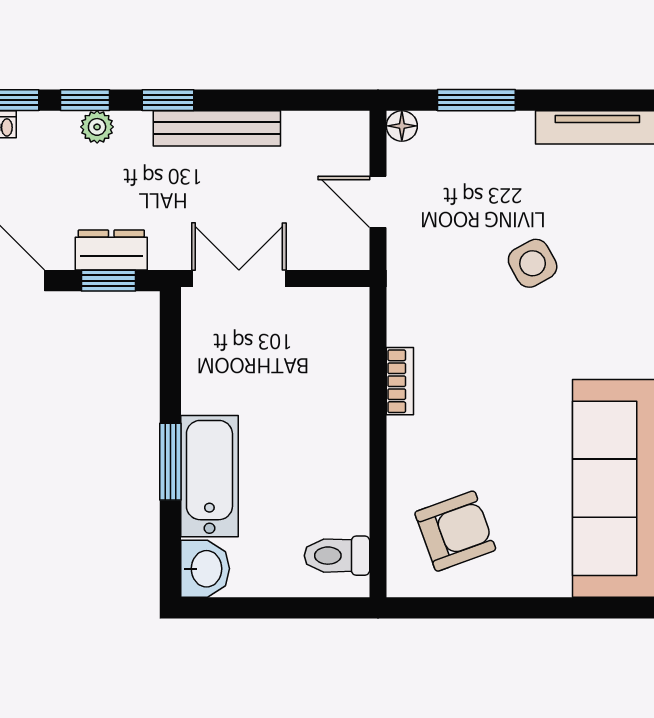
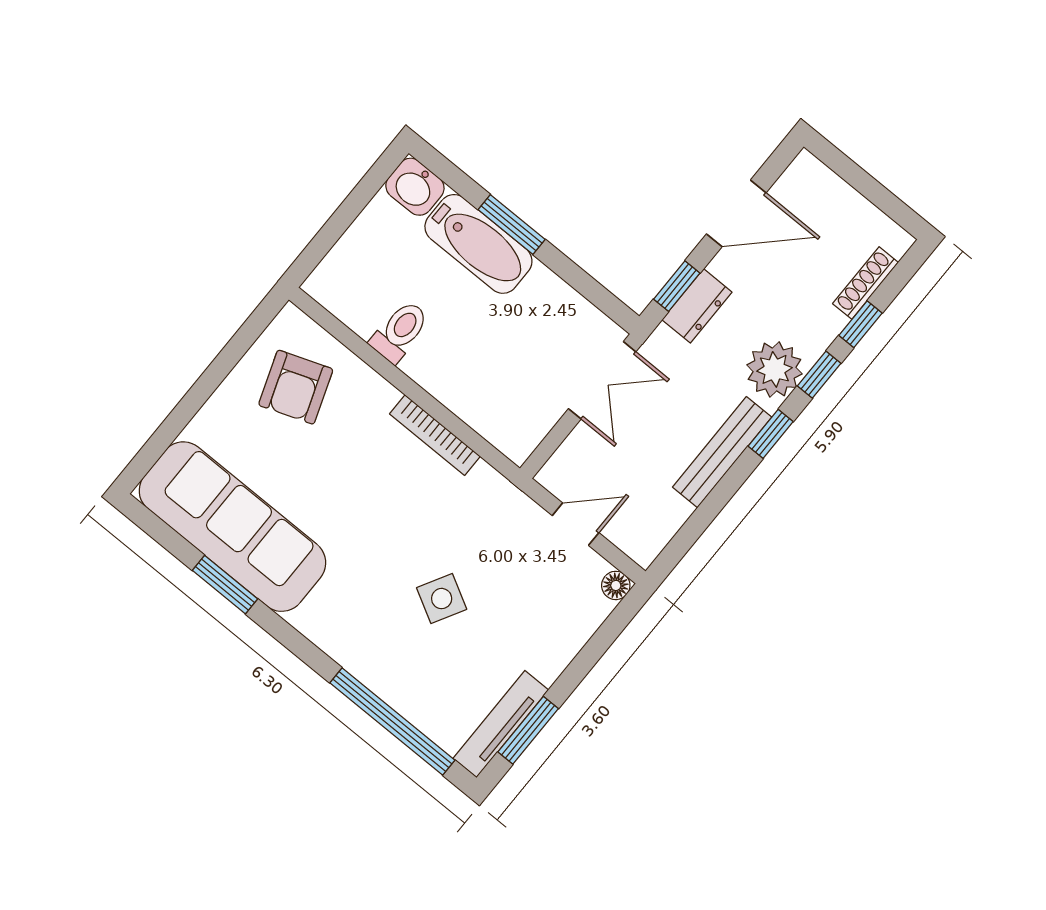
window: (476, 100) -> (528, 730), moved
plant: (97, 127) -> (774, 369), width x1.88, depth x1.88
side table: (533, 263) -> (442, 599), turned -32
bookcase: (400, 381) -> (435, 435), width x1.56
toilet: (337, 556) -> (400, 331), moved

